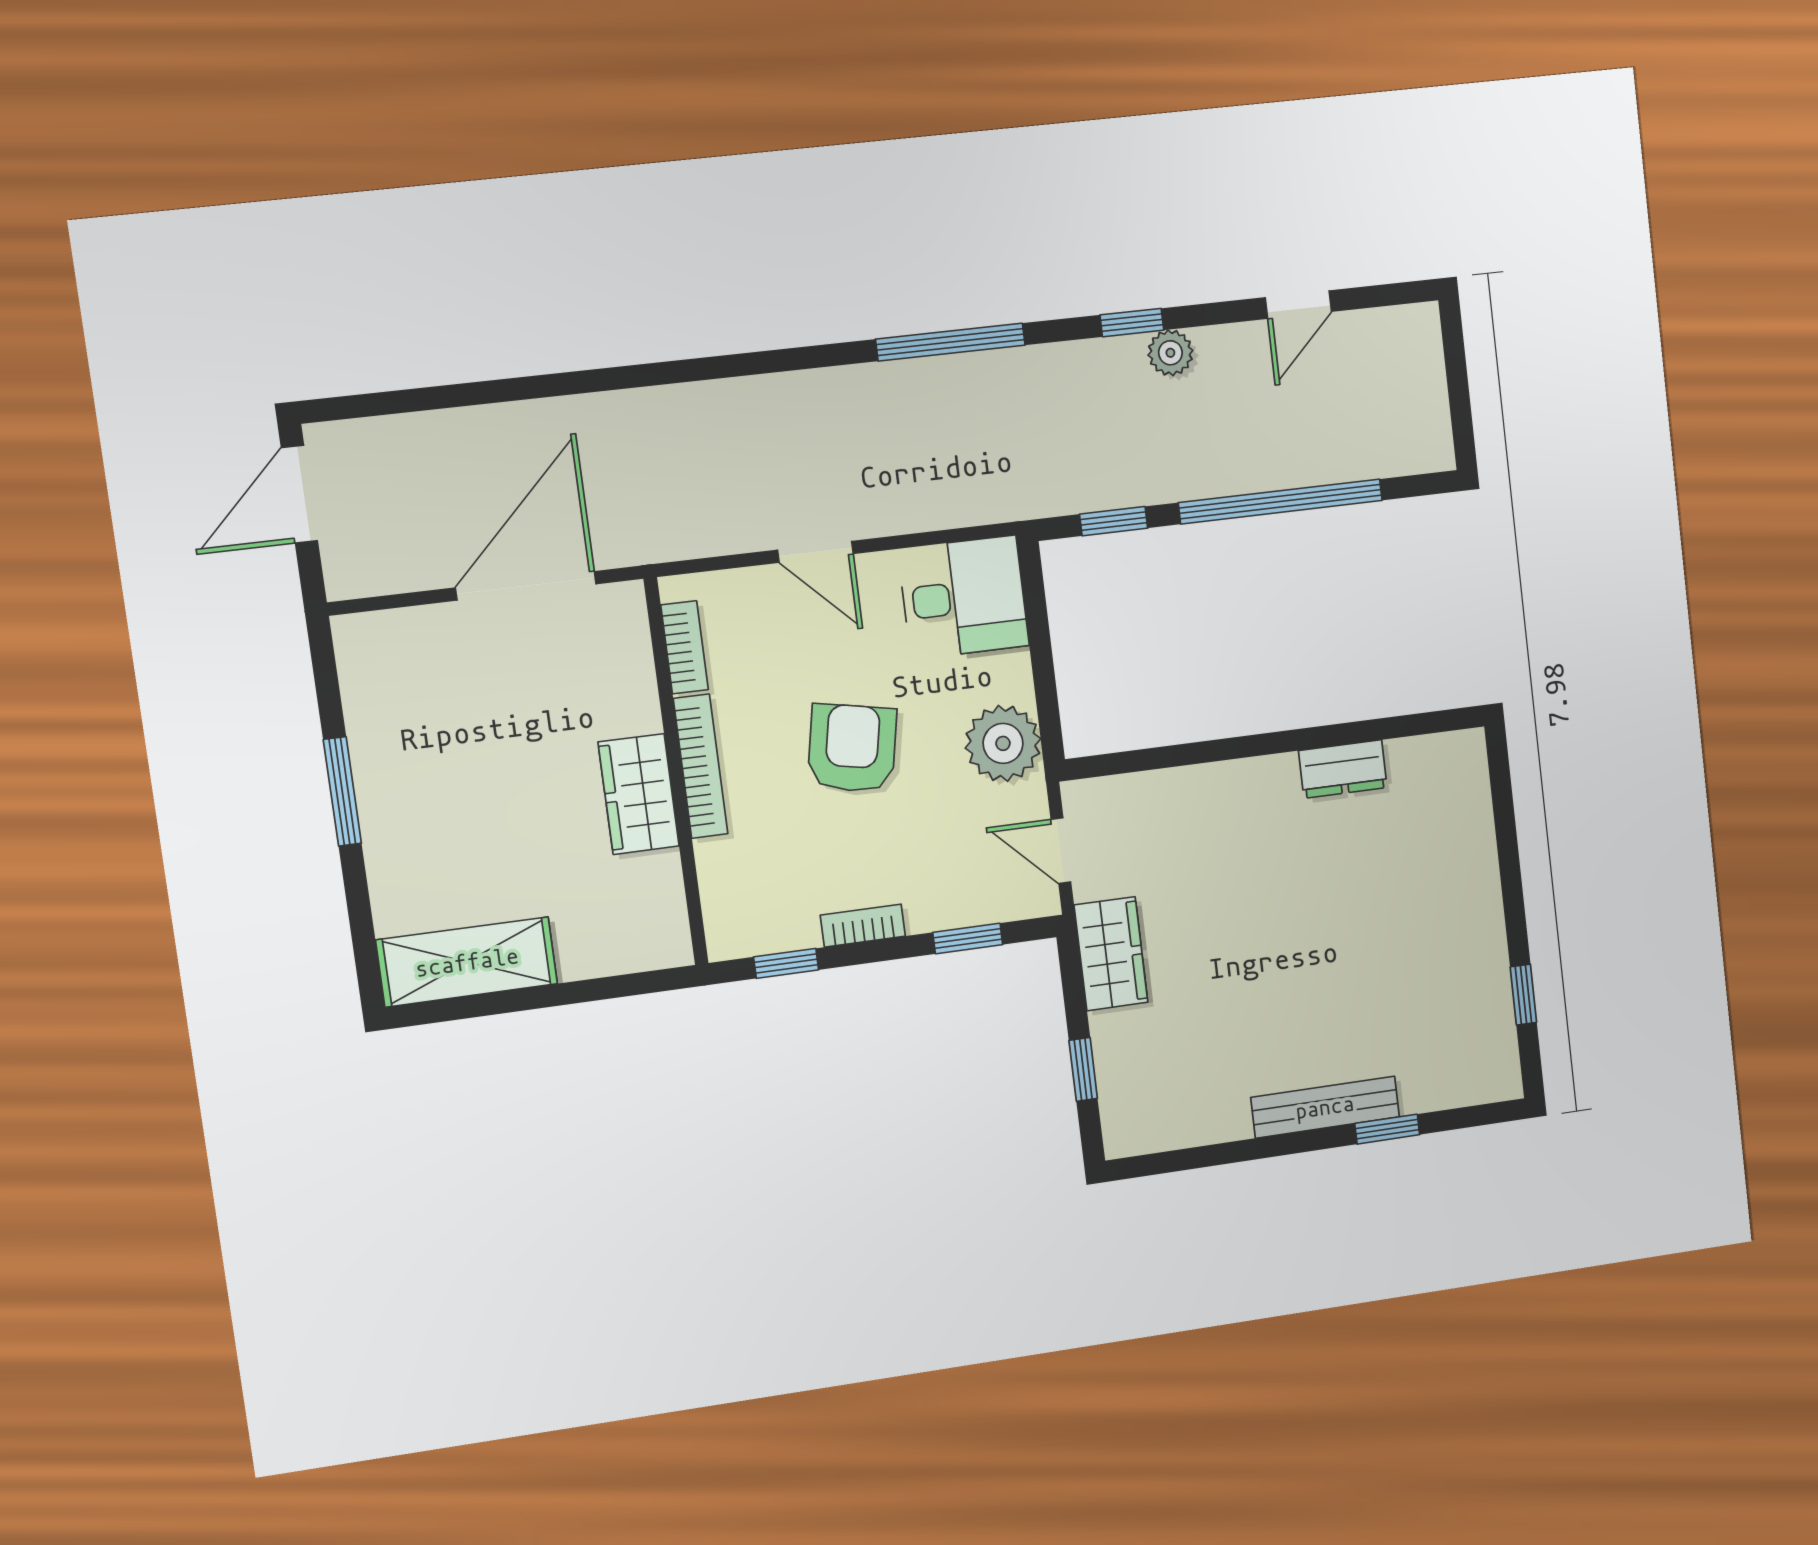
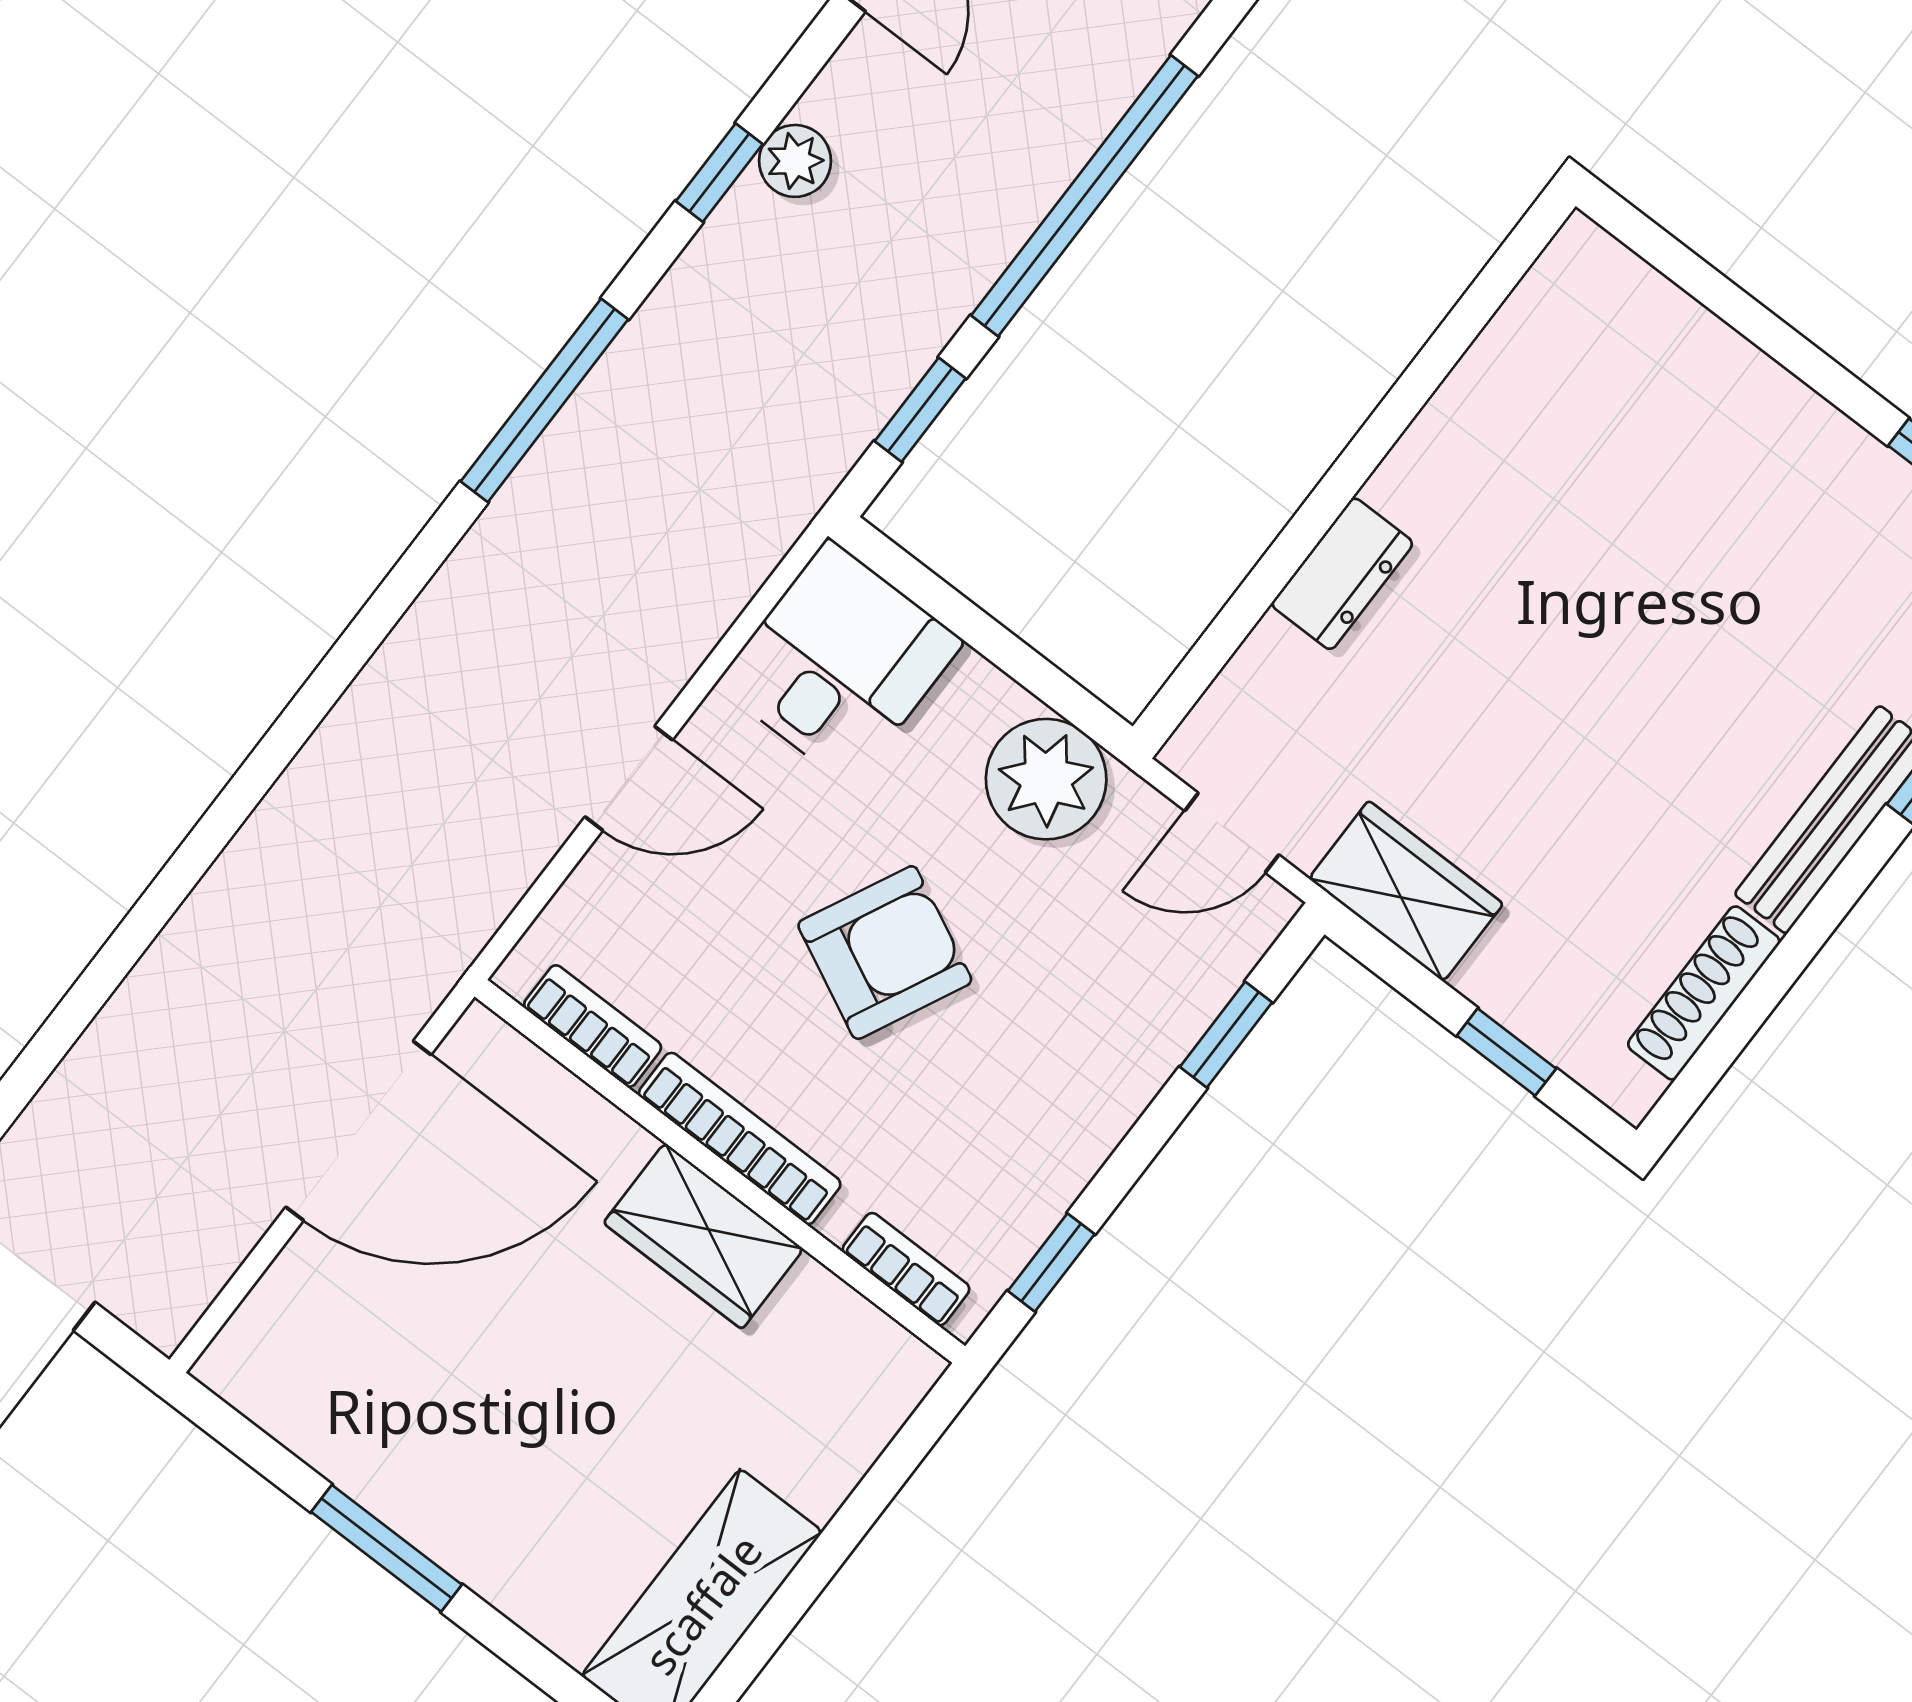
door: (526, 586) -> (358, 1131), swing flipped
armchair: (852, 748) -> (885, 953), turned 105
dresser: (1343, 769) -> (1342, 574), moved
bookcase: (863, 926) -> (906, 1269), moved, turned 90
shoe rack: (1195, 1128) -> (1704, 993), added

